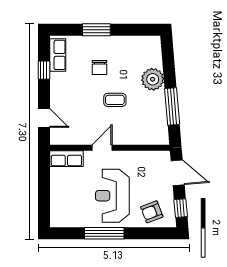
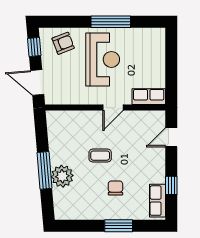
window: (172, 107) -> (45, 170), moved
door: (44, 118) -> (171, 137), hinge flipped

